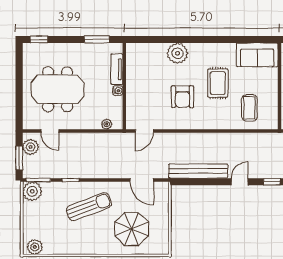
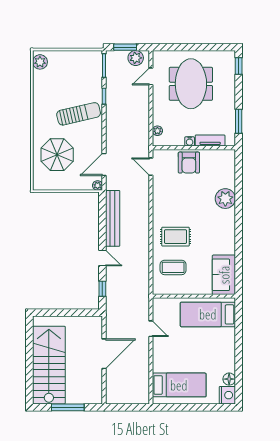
rug: (218, 83) -> (176, 237), moved
armchair: (182, 97) -> (189, 163), moved, turned -90
plant: (32, 191) -> (98, 185), moved, width x0.53, depth x0.53
sun lounger: (89, 207) -> (79, 114), turned -82

